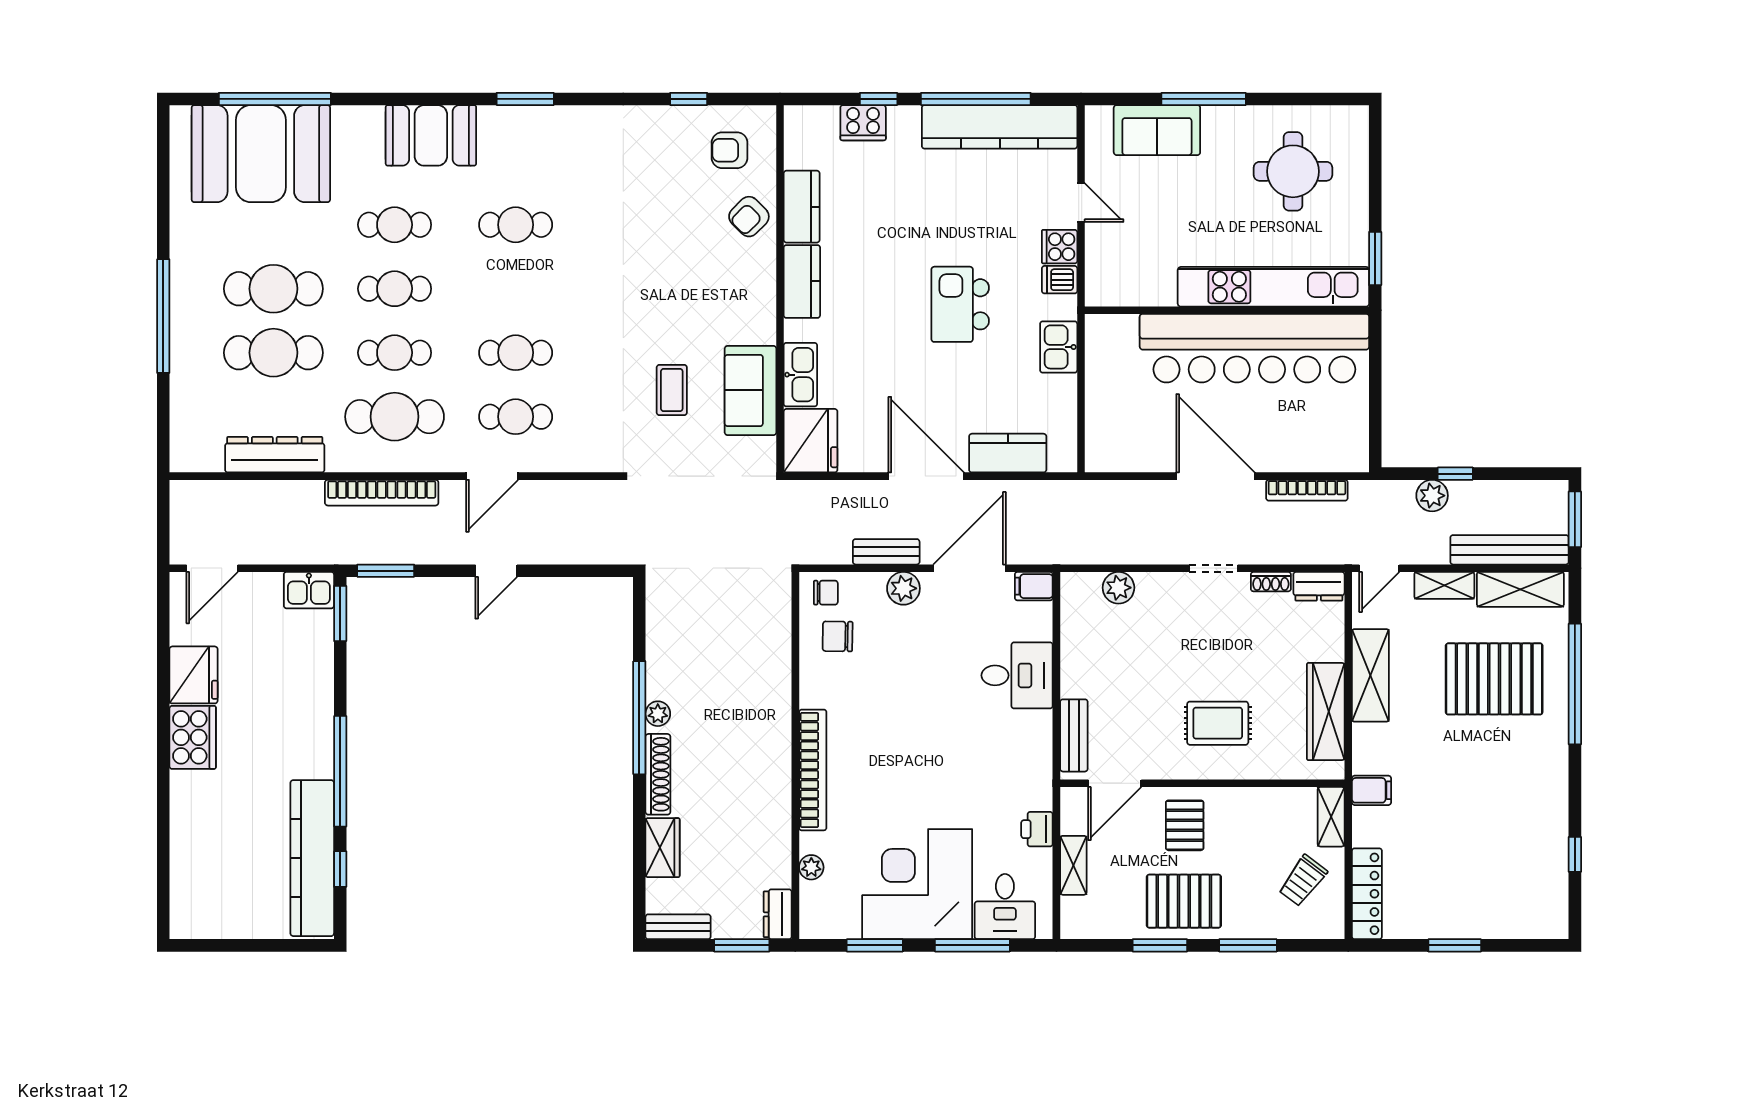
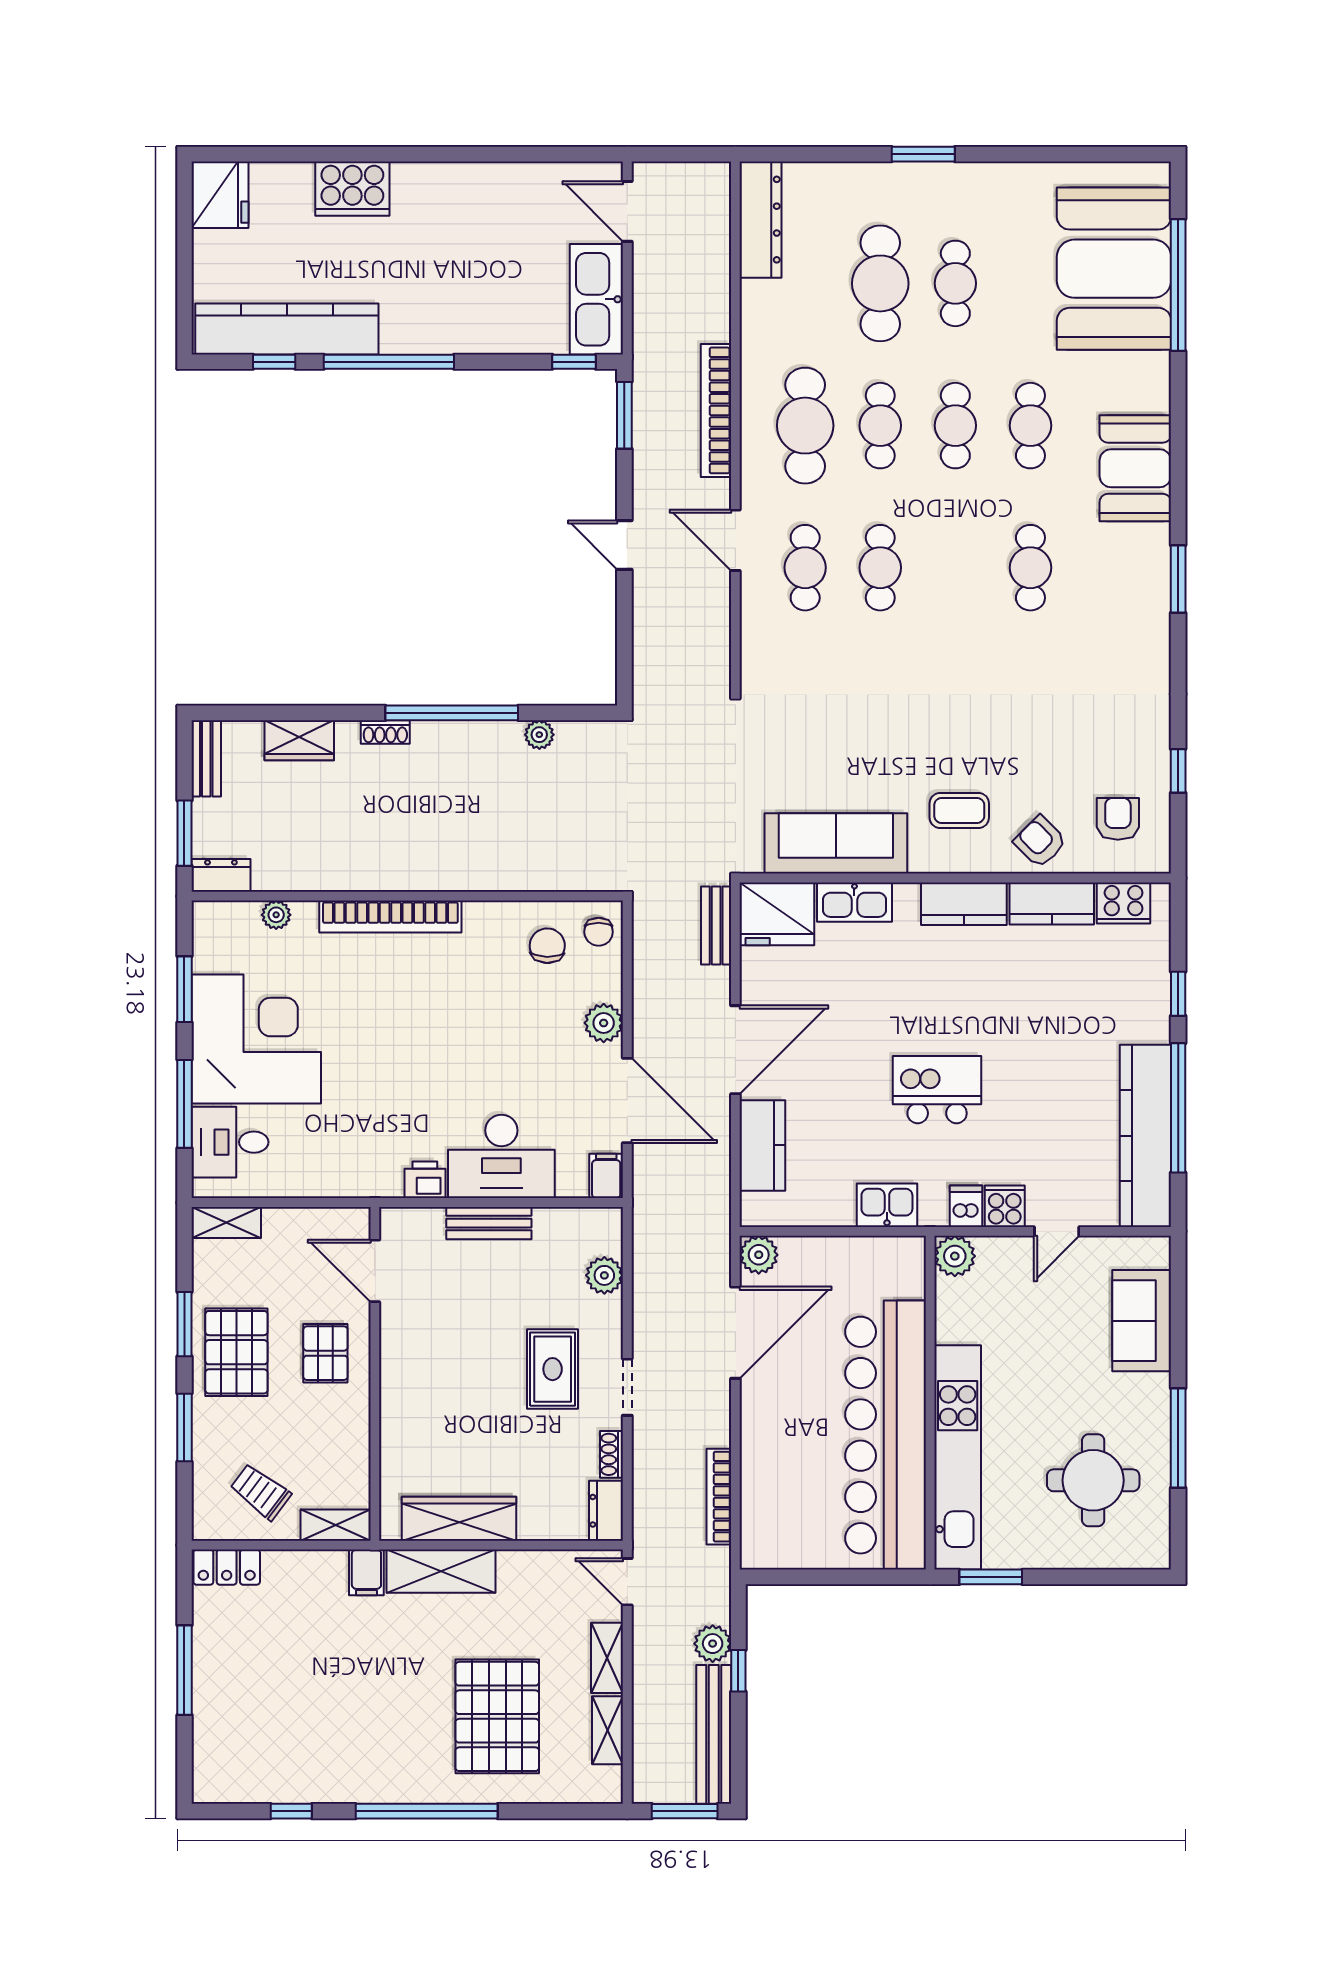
window: (1204, 99) -> (1178, 1438), moved
cooker: (863, 123) -> (1124, 903), moved, turned -90
cafe table: (273, 289) -> (955, 283), width x0.73, depth x0.74
plant: (1102, 289) -> (955, 1256), added
window: (163, 316) -> (923, 154), width x0.47
coffee table: (672, 390) -> (959, 810), moved
sofa: (751, 390) -> (836, 843), width x1.36
dresser: (275, 455) -> (761, 220), moved
plant: (1101, 456) -> (759, 1255), added
door: (1215, 476) -> (735, 1333), moved
bench: (1509, 550) -> (714, 1734), moved
bench: (886, 552) -> (716, 925), moved
shelving: (1520, 589) -> (608, 1730), width x0.67, depth x0.75
kitchen sink: (309, 590) -> (596, 299), width x1.87, depth x1.24
window: (340, 614) -> (574, 362), width x0.67
fridge: (193, 675) -> (220, 195), moved, turned -90
desk: (1017, 675) -> (501, 1156), width x1.37
shelving: (1370, 675) -> (441, 1571), moved
window: (1575, 684) -> (427, 1811), moved
plant: (658, 714) -> (539, 735), moved
rug: (1218, 723) -> (553, 1369), moved
bench: (1074, 735) -> (489, 1223), moved
cooker: (193, 737) -> (352, 189), moved
shoe rack: (658, 774) -> (385, 732), width x0.51, depth x0.81
pallet: (1185, 825) -> (325, 1353), turned 90
printer: (1037, 829) -> (425, 1180), moved
shelving: (1073, 865) -> (226, 1222), moved
locker: (1367, 894) -> (227, 1567), width x0.66
window: (1455, 945) -> (184, 1670), width x1.44

